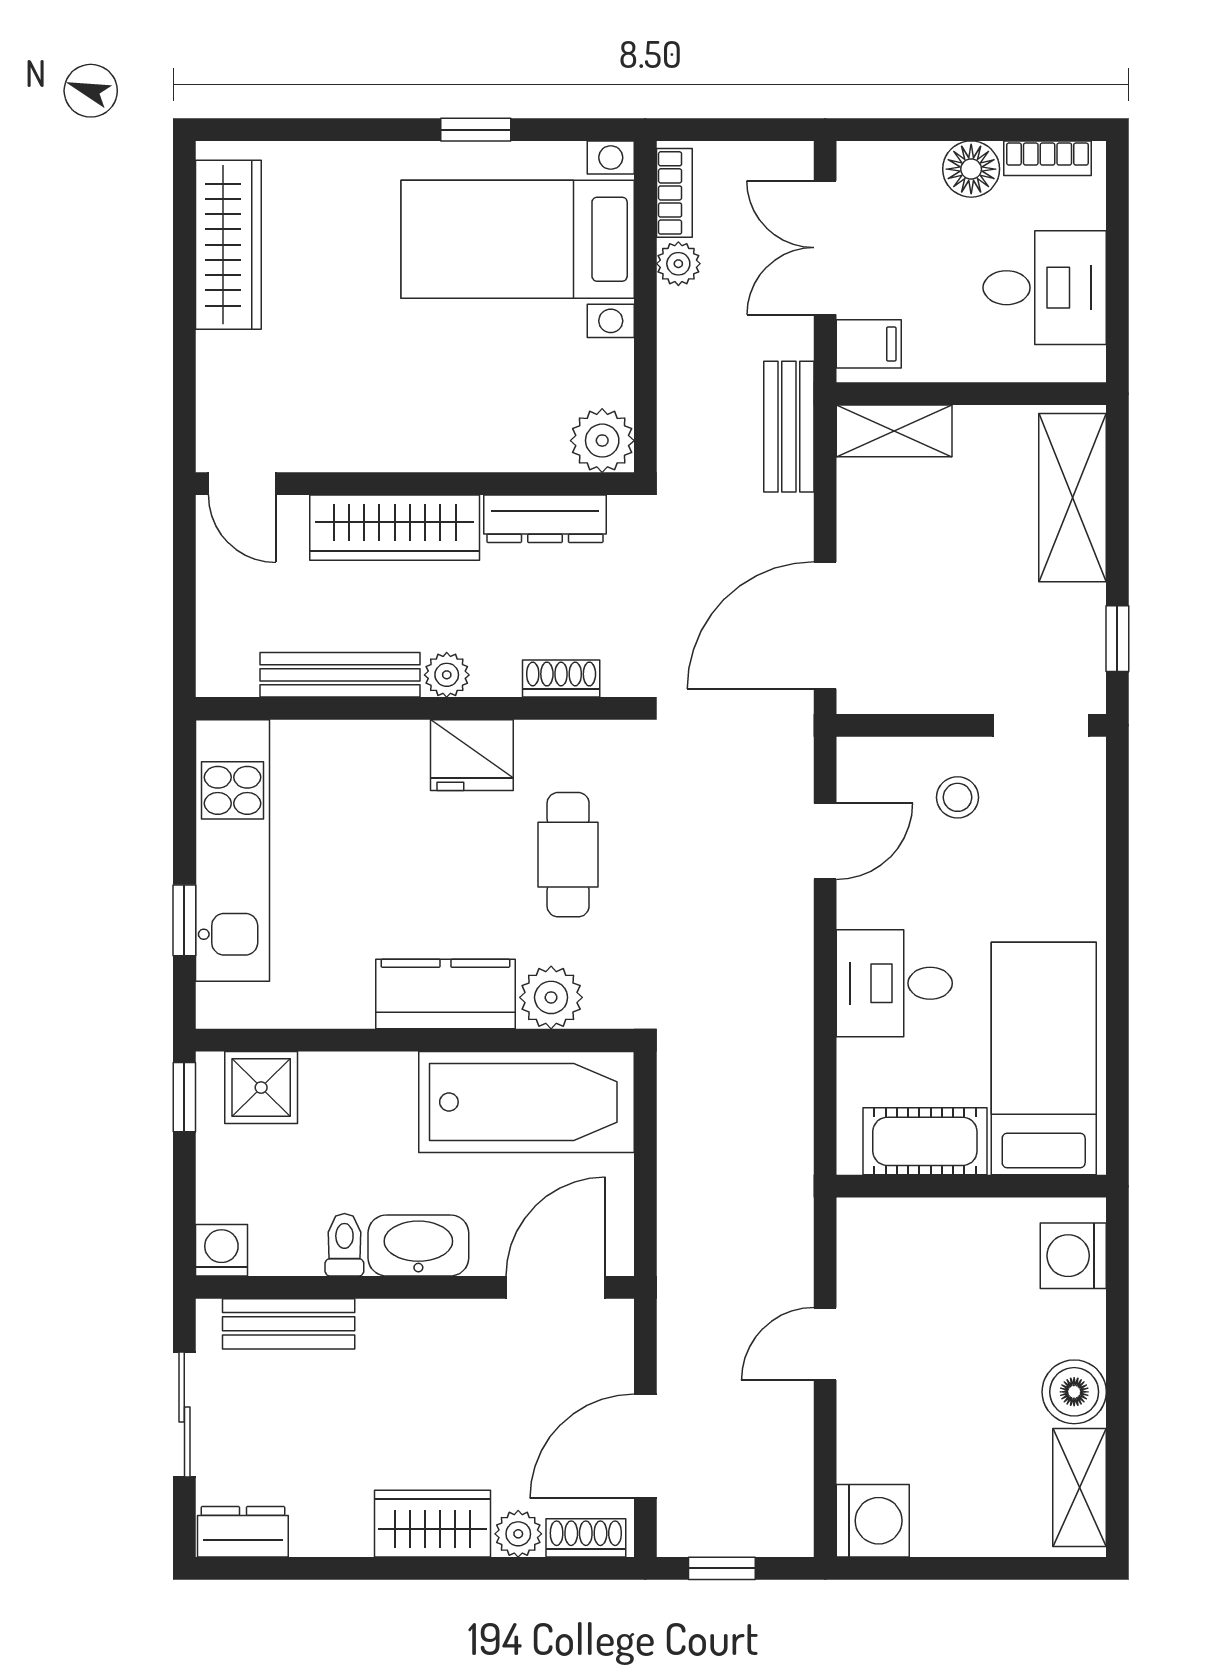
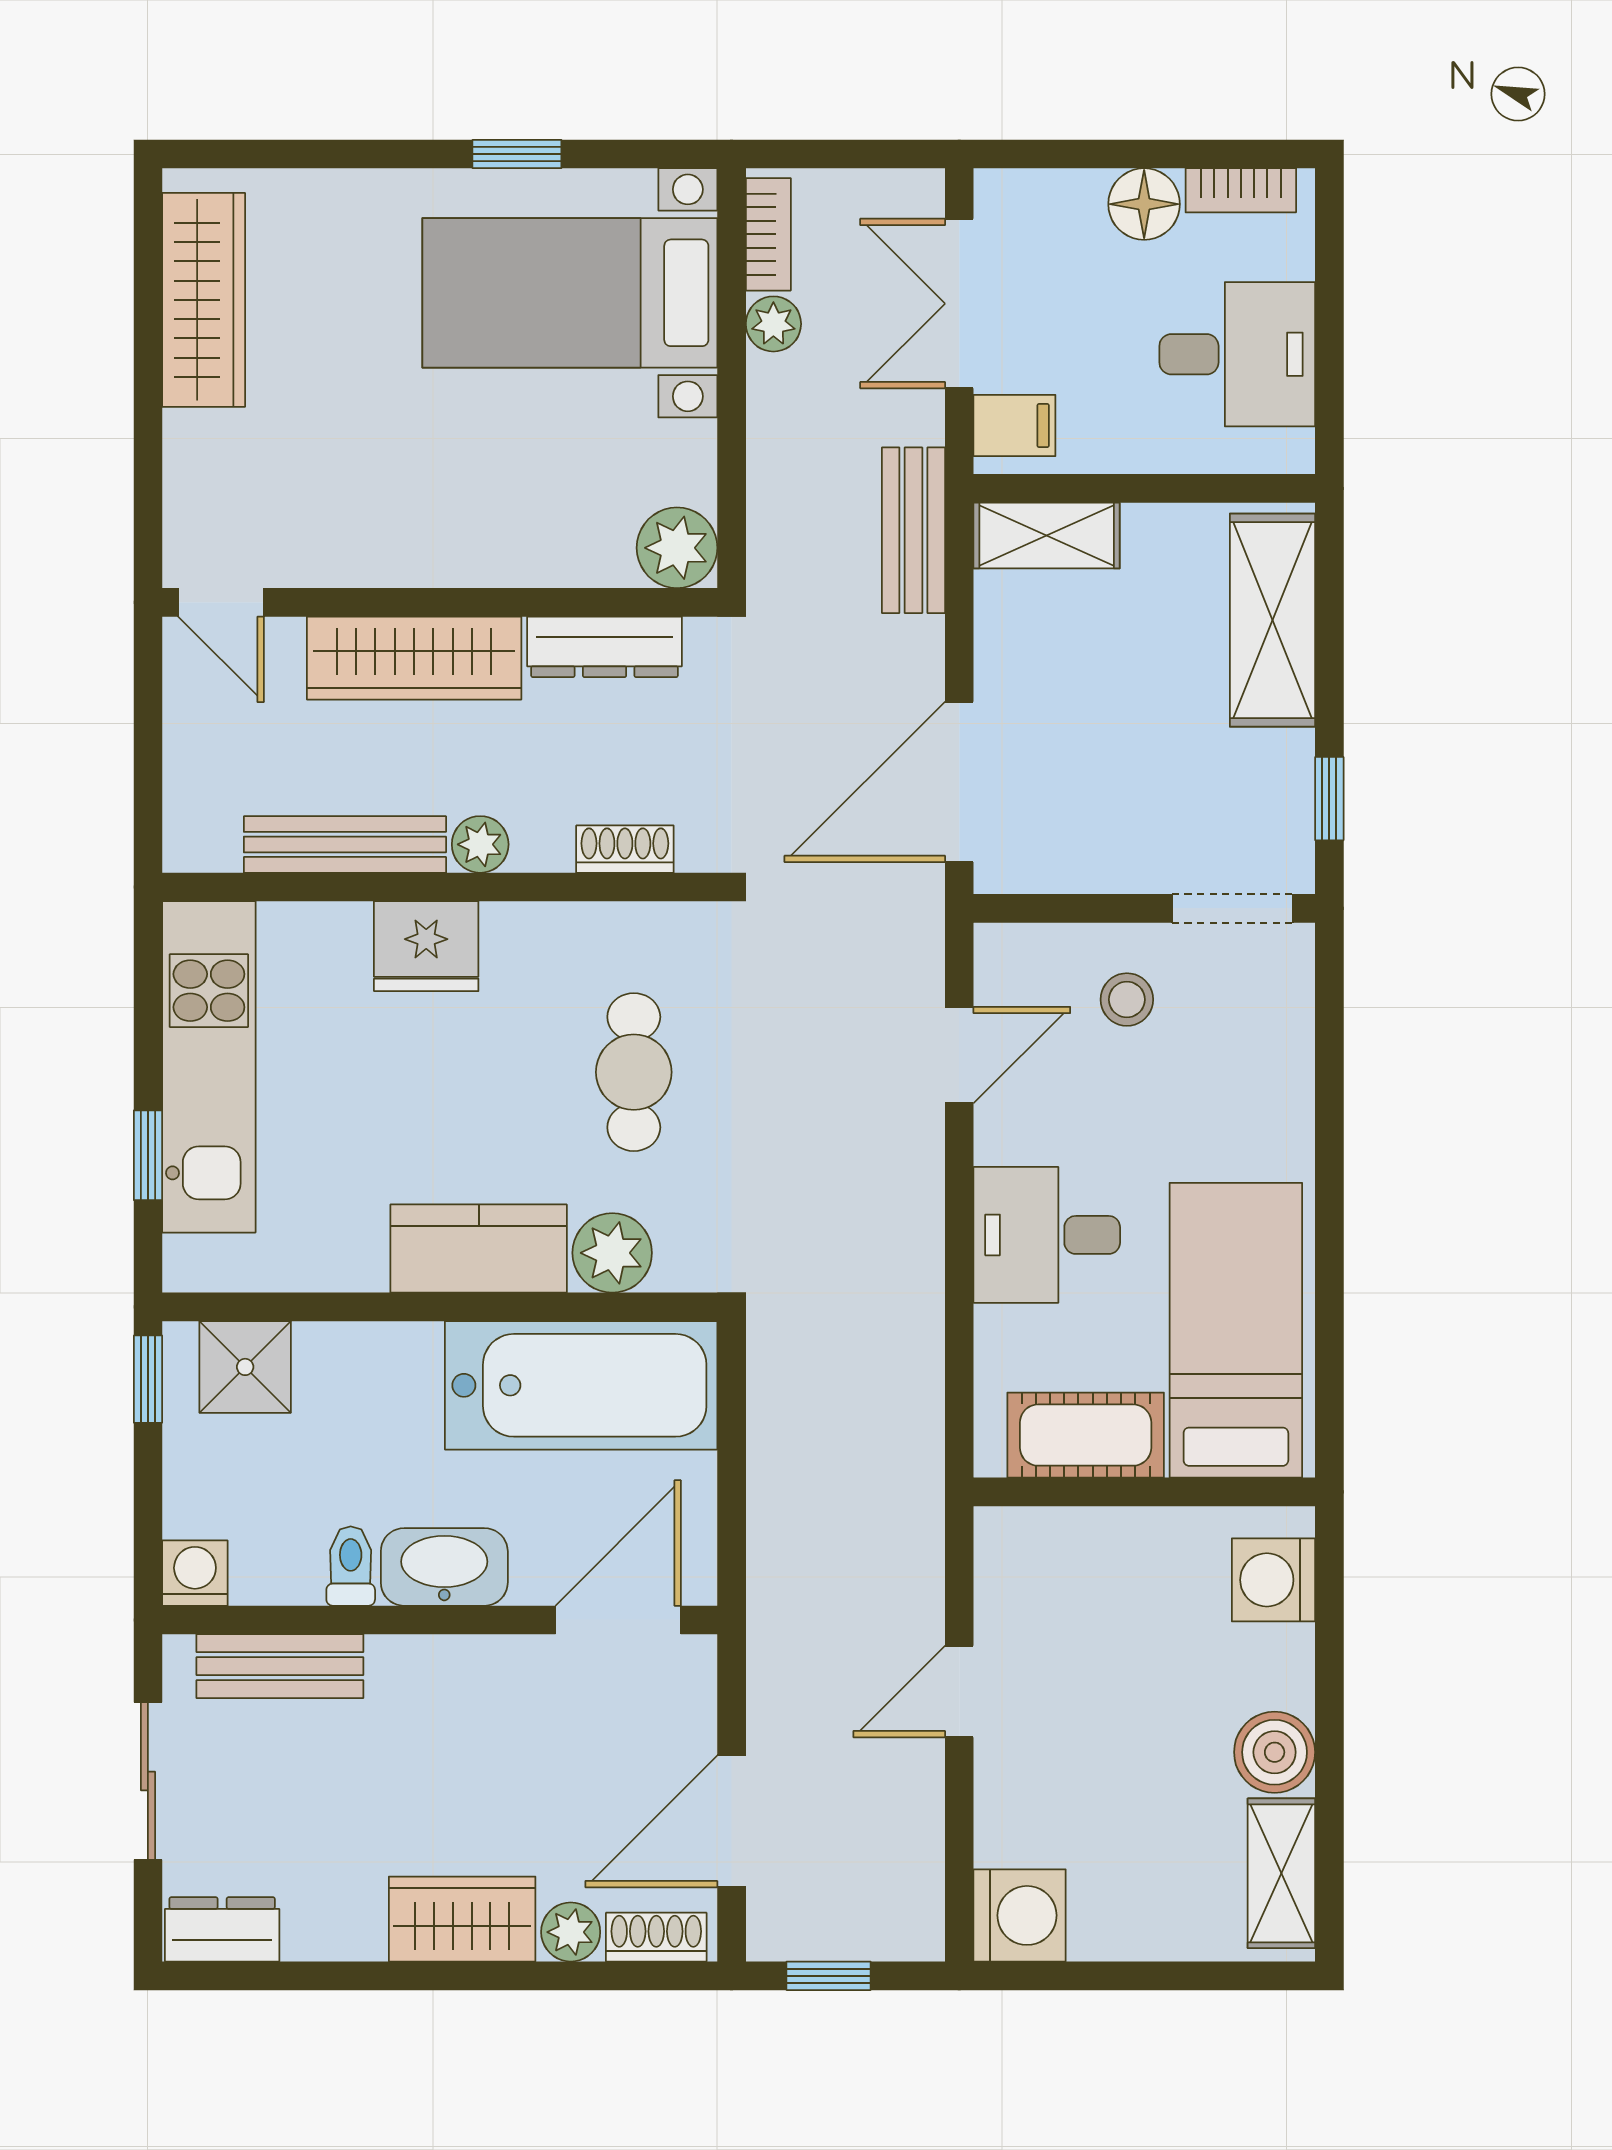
fridge: (472, 755) -> (426, 946), moved

